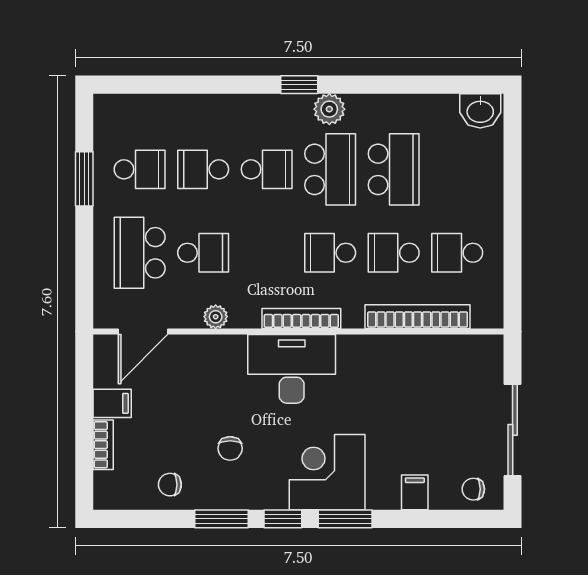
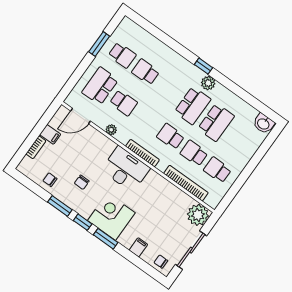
school desk: (267, 169) -> (169, 89), removed
plant: (480, 358) -> (198, 215), added

